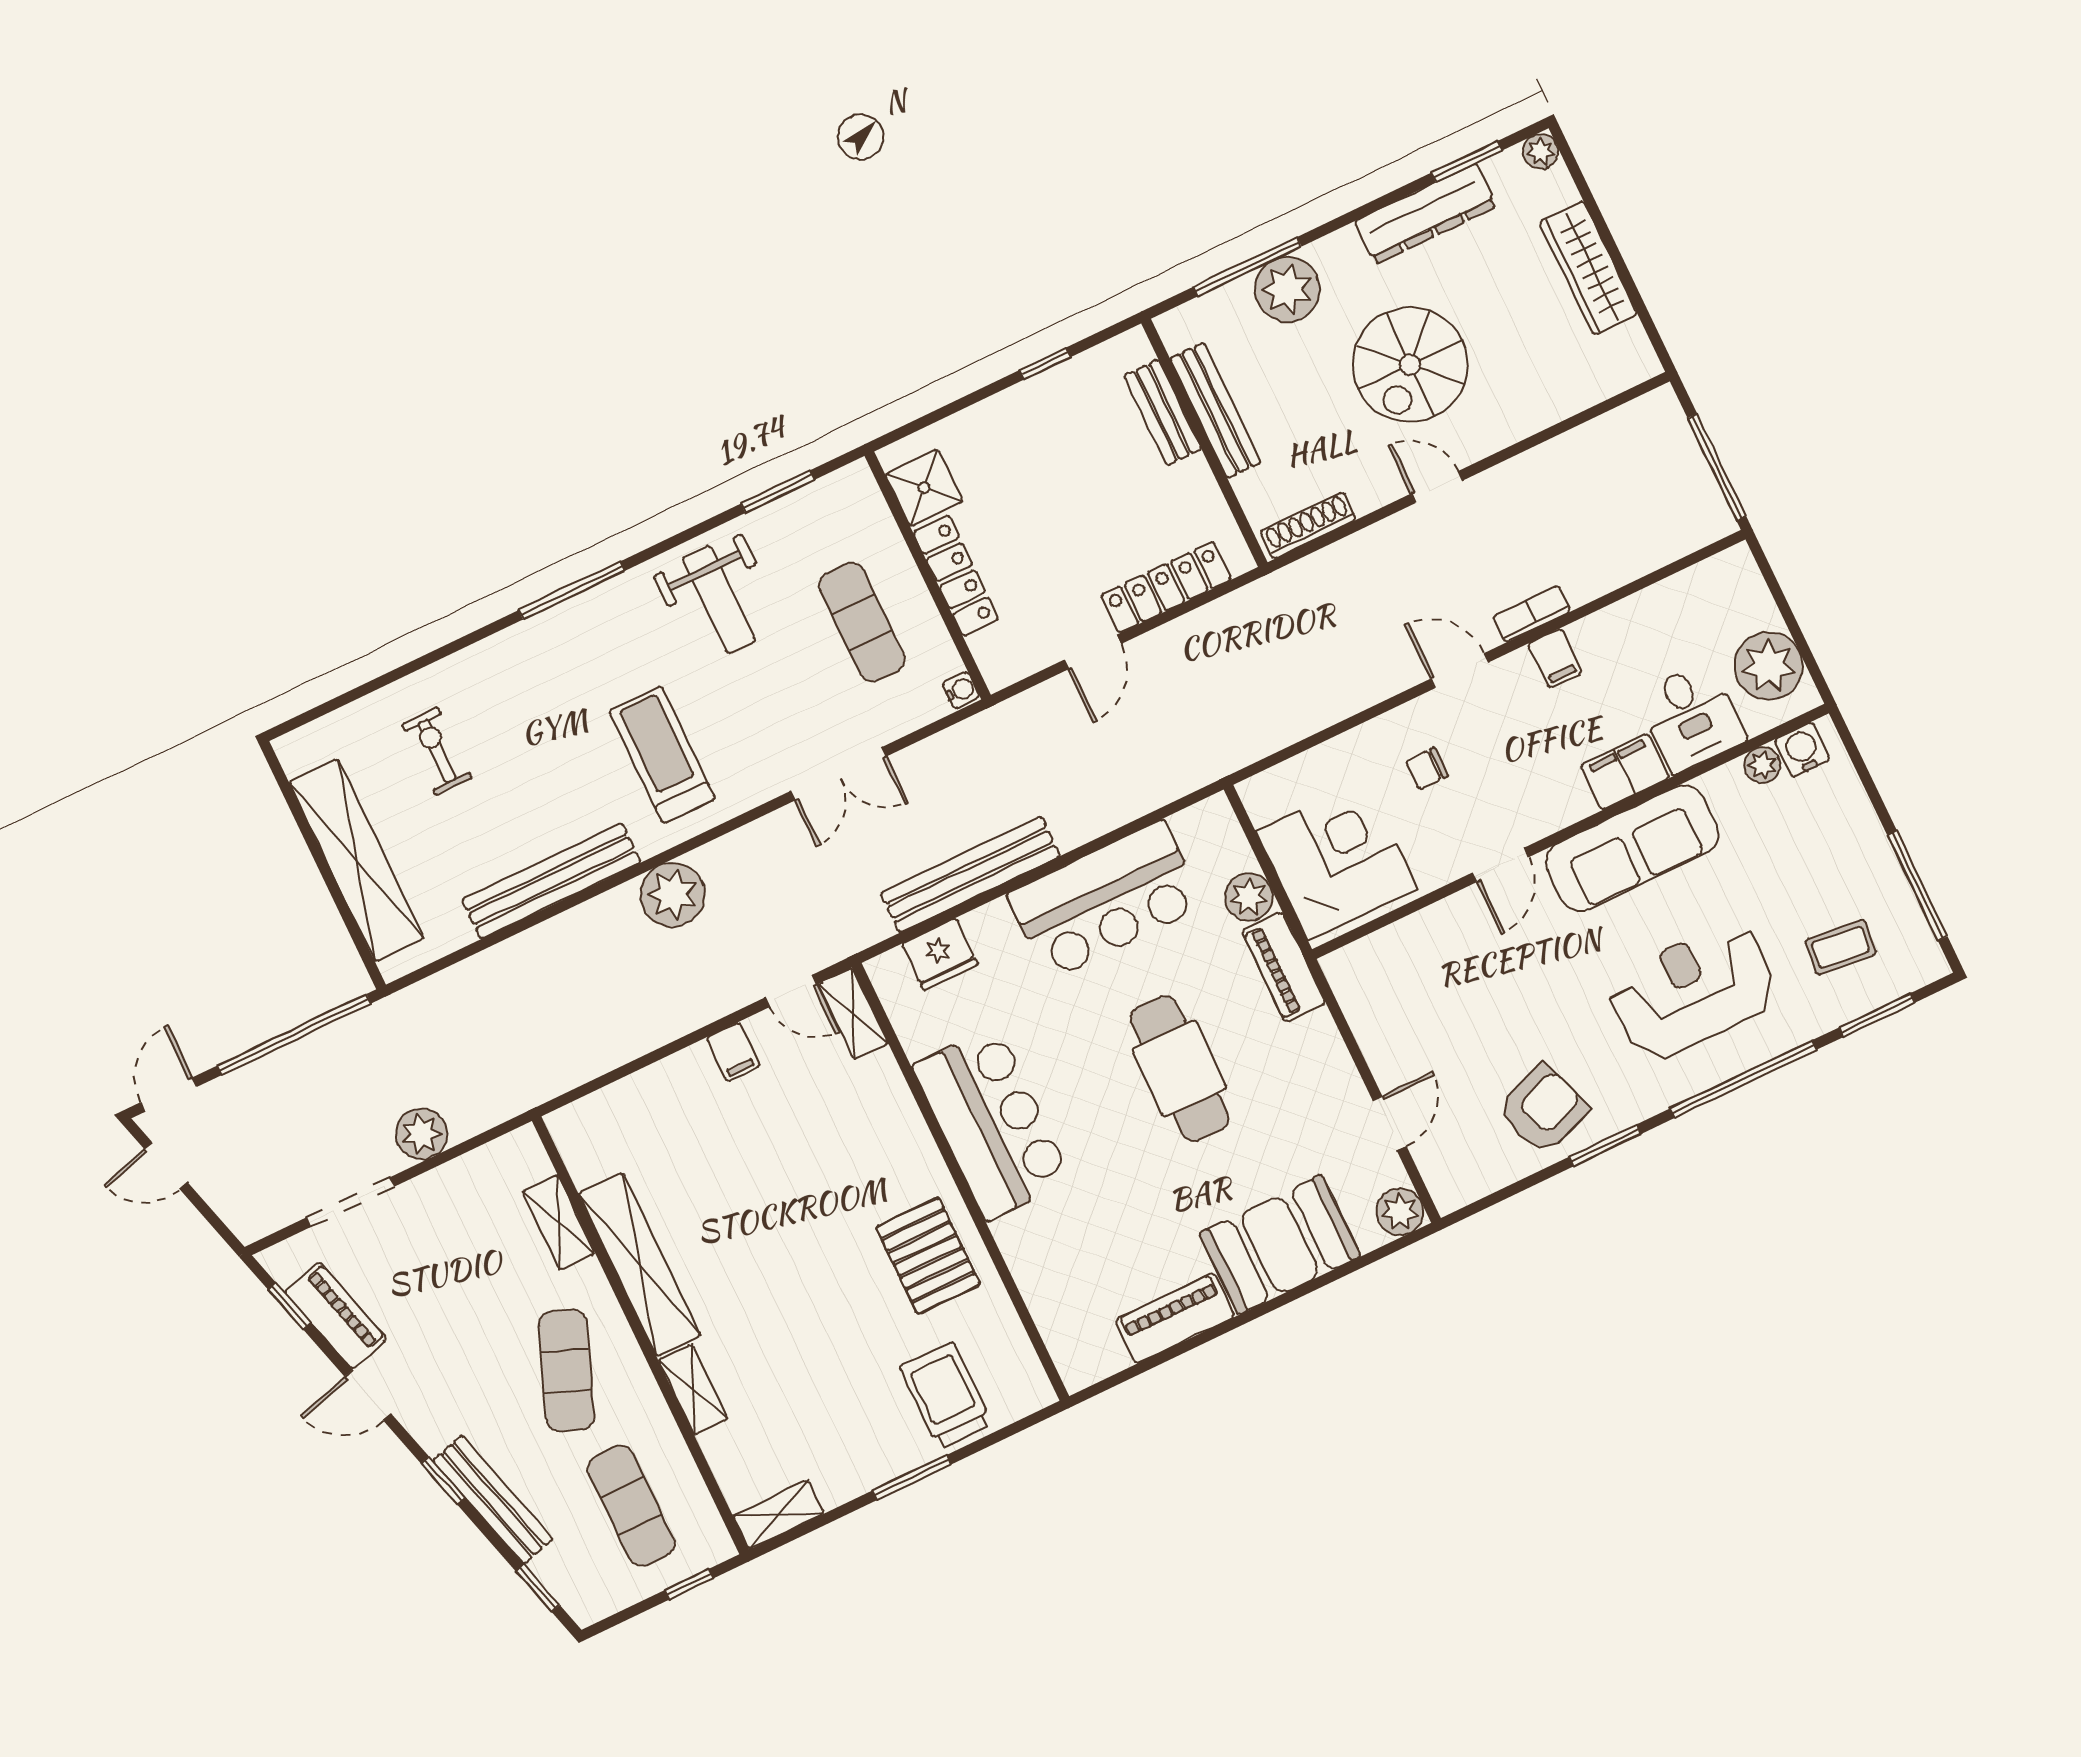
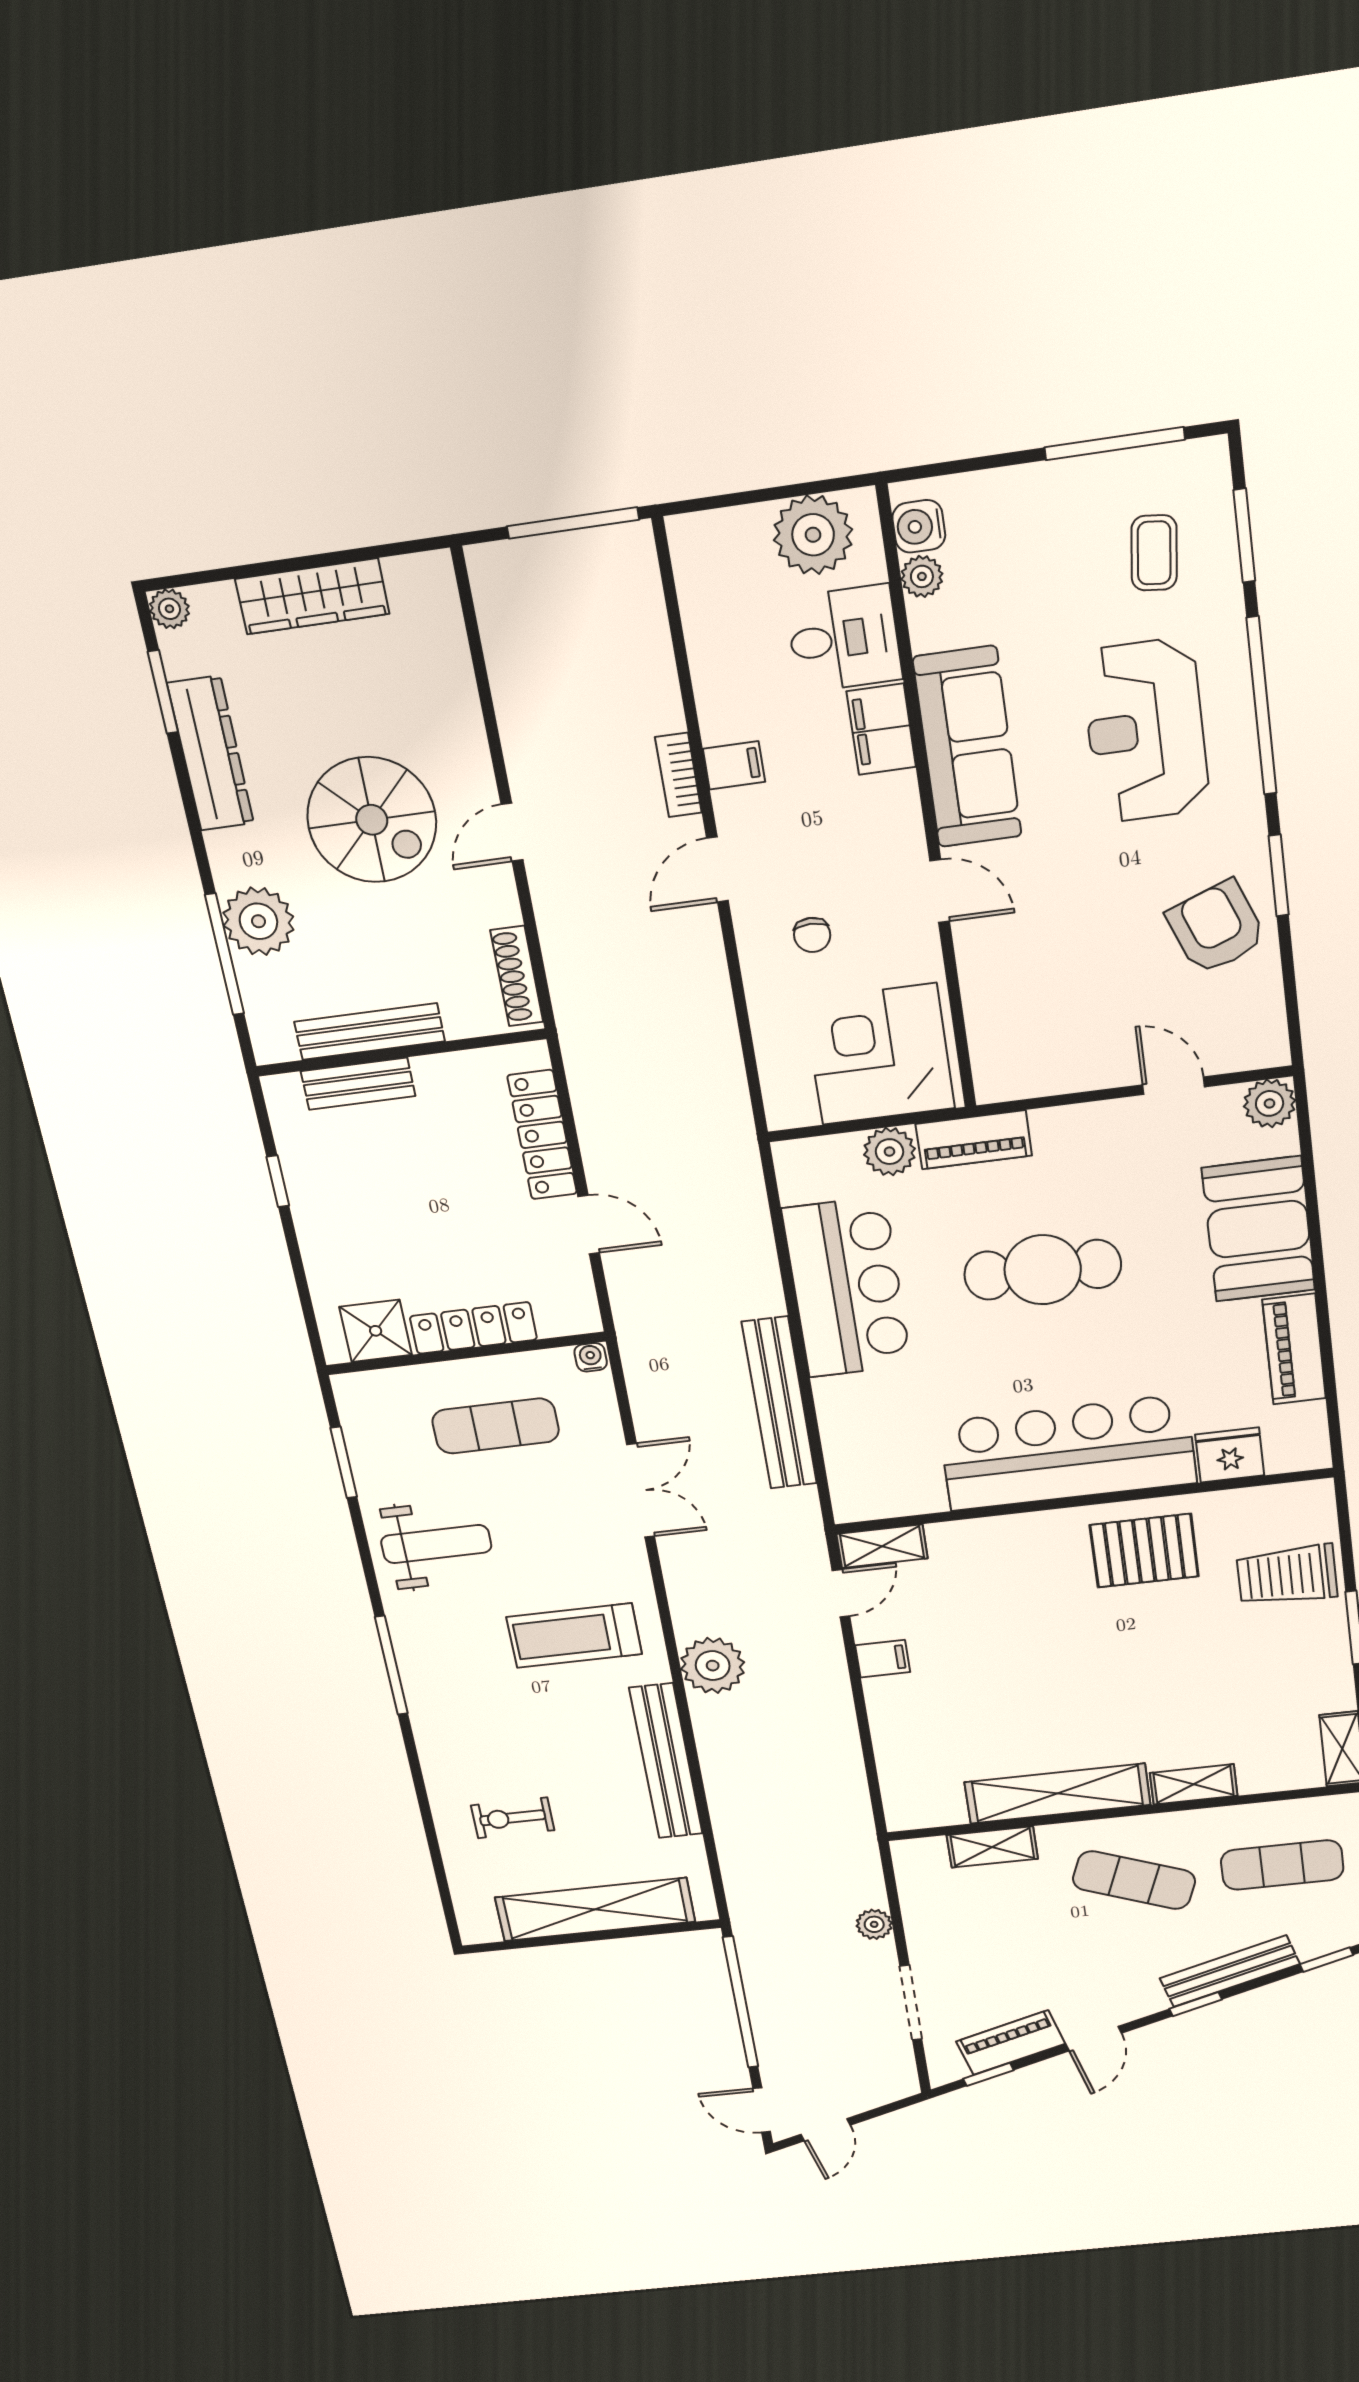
fridge: (940, 954) -> (1230, 1455), moved, turned -90
bar counter: (992, 1123) -> (1068, 1453), width x1.36
plant: (422, 1134) -> (874, 1924), width x0.73, depth x0.73

